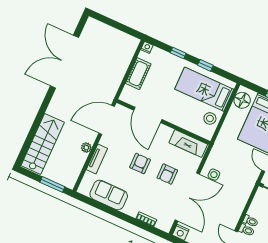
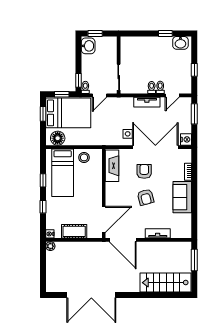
door: (148, 115) -> (104, 219), moved
plant: (86, 148) -> (50, 246), moved
armchair: (140, 163) -> (146, 197), turned -105
armchair: (167, 174) -> (144, 171), turned -90
sofa: (109, 195) -> (182, 197), moved
tv unit: (238, 209) -> (147, 102), added

